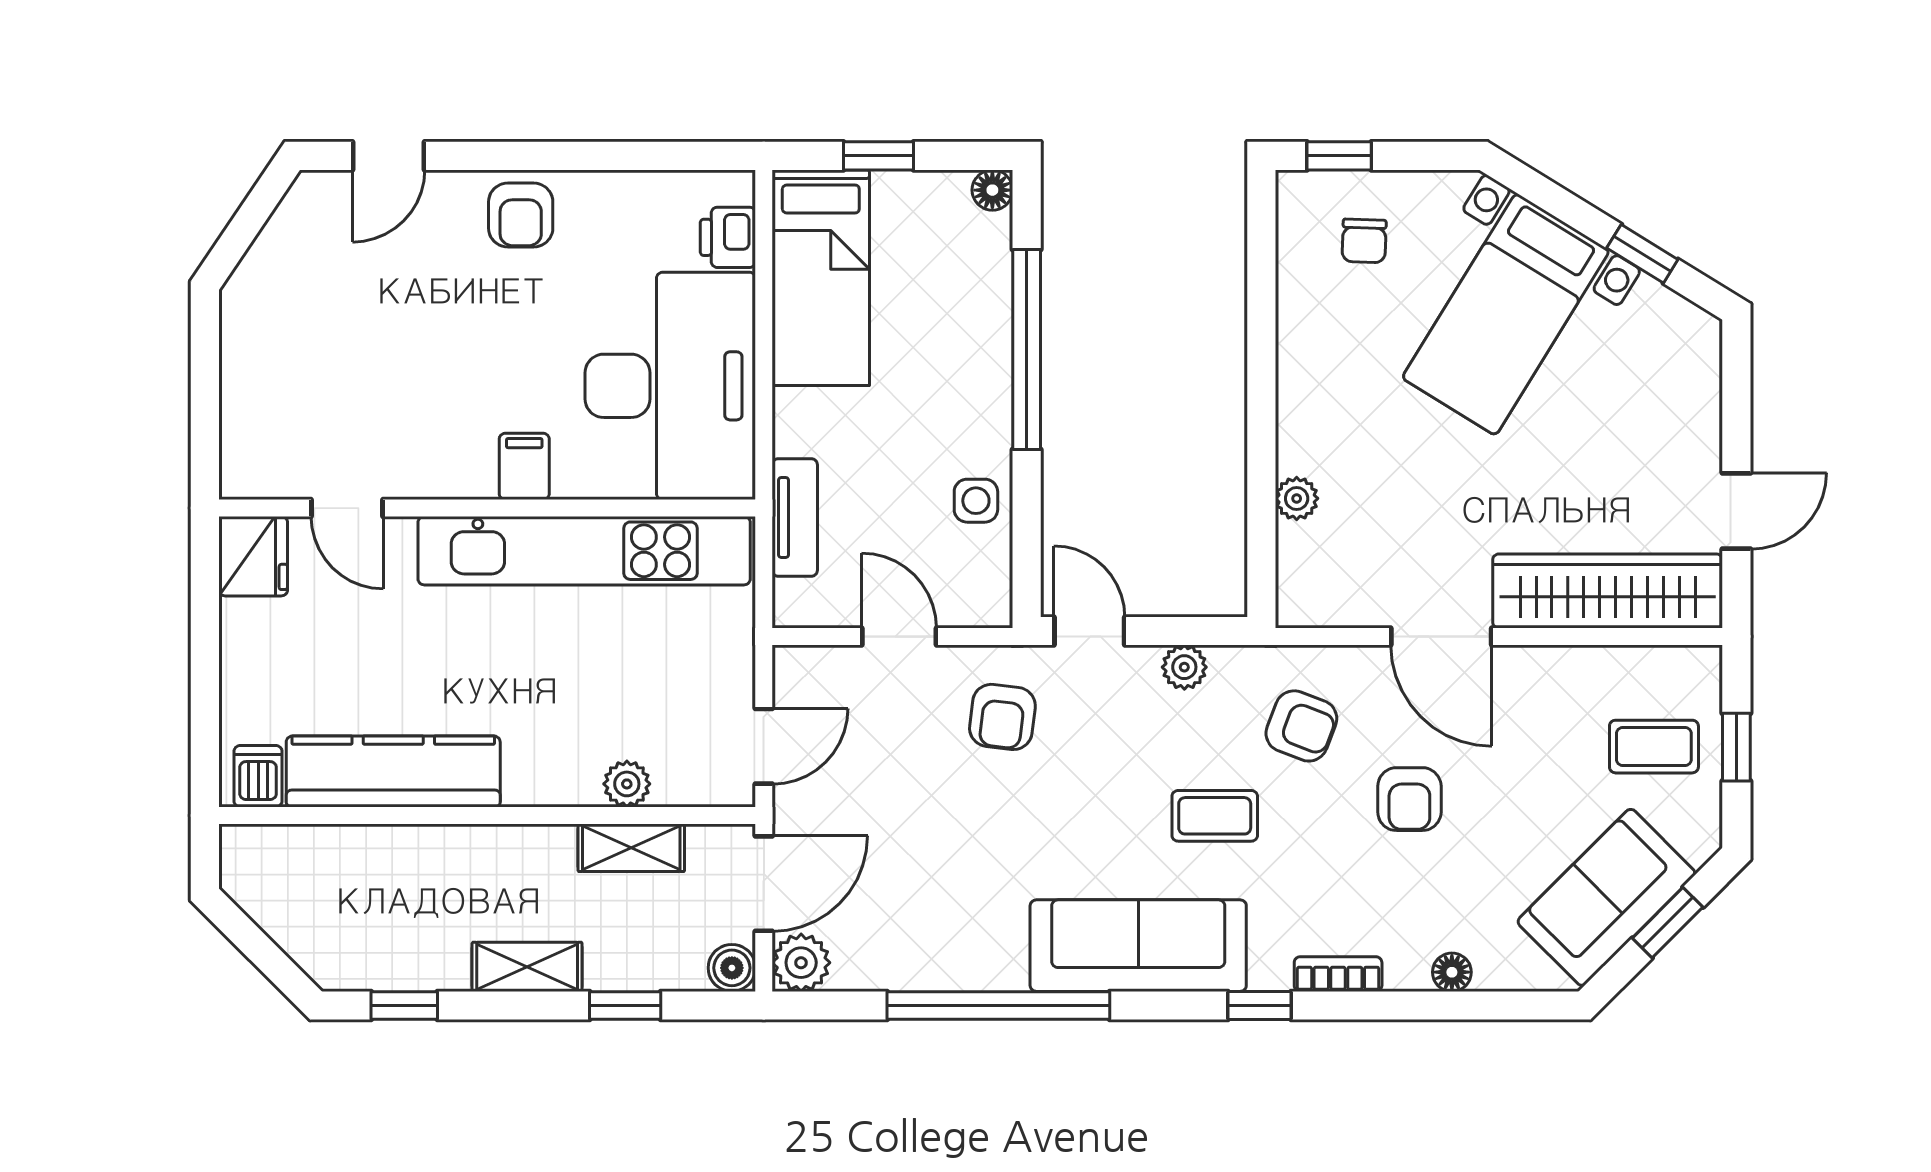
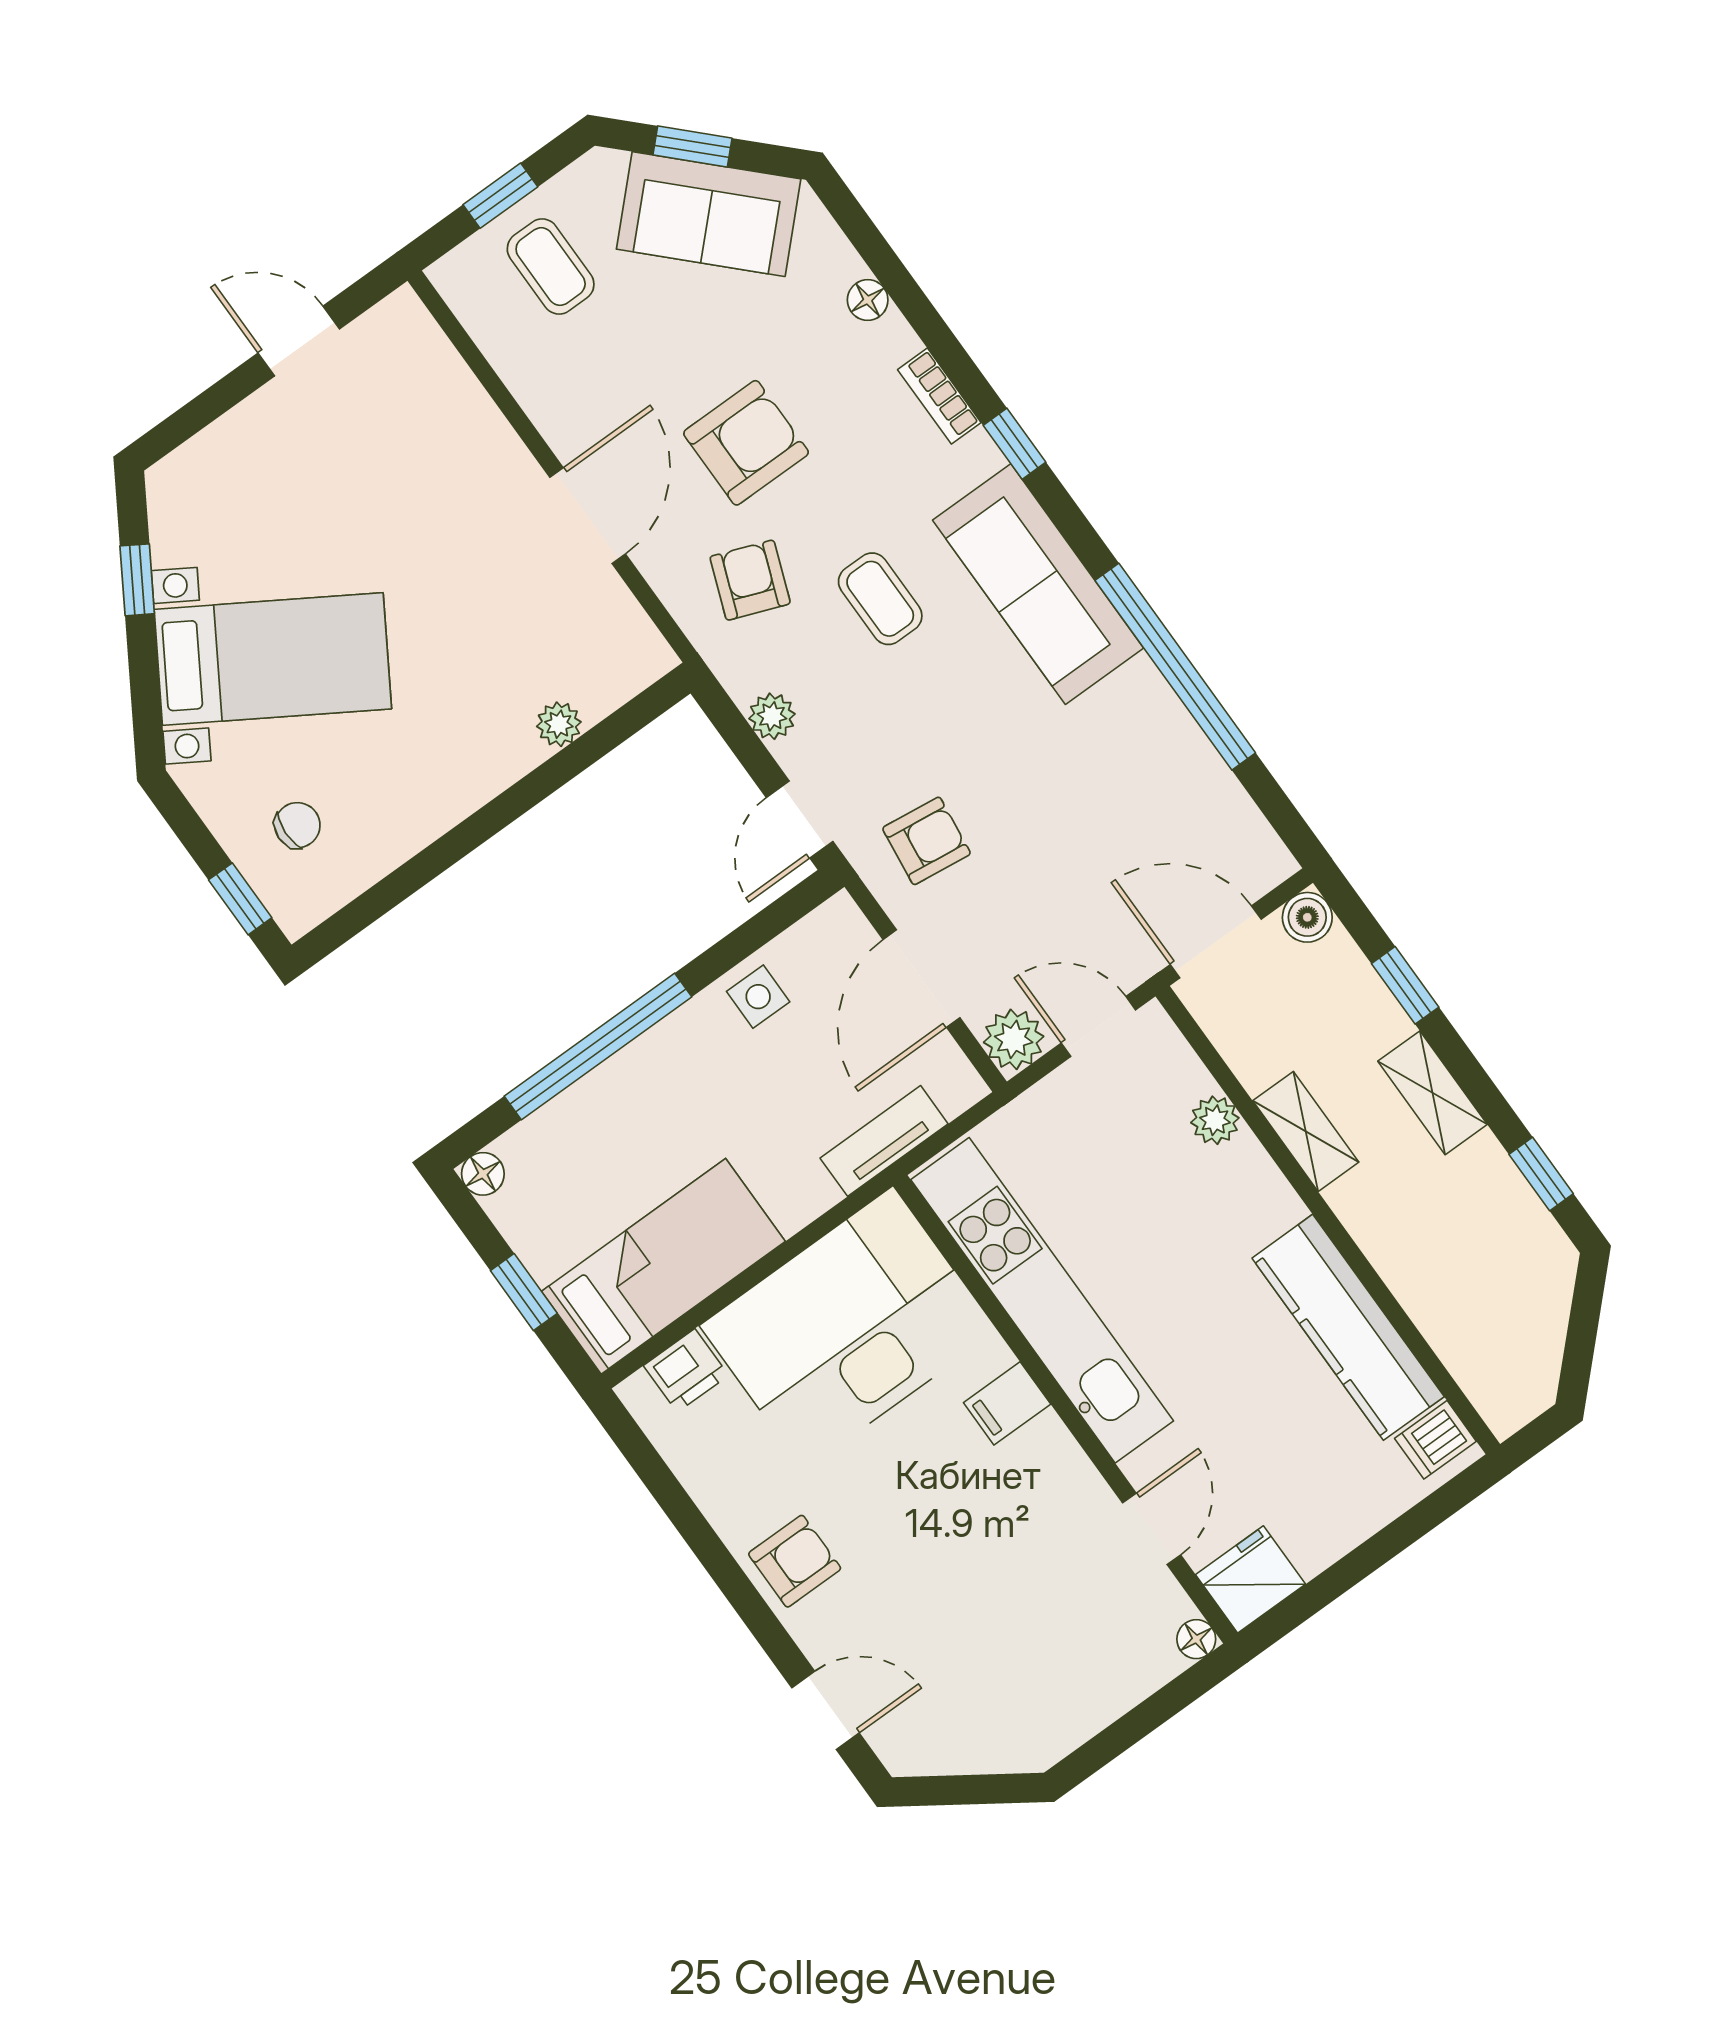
floor lamp: (237, 481) -> (1196, 1639), added
wardrobe: (1608, 591) -> (446, 402), removed
door: (899, 637) -> (922, 979), width x1.38
armchair: (1409, 799) -> (746, 443), width x1.38, depth x1.38
shelving: (631, 848) -> (1306, 1131), moved
plant: (801, 963) -> (1014, 1039), moved

